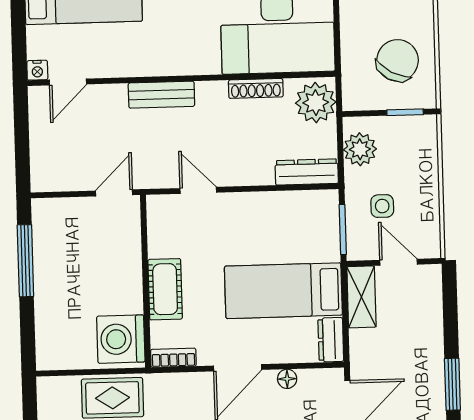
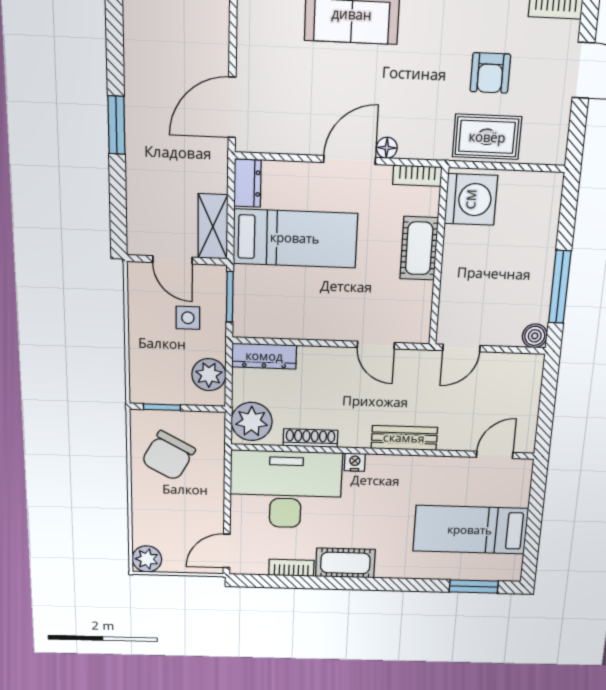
nightstand: (37, 70) -> (355, 462), moved
boiler: (43, 210) -> (535, 336), added
floor lamp: (287, 379) -> (387, 148), moved

